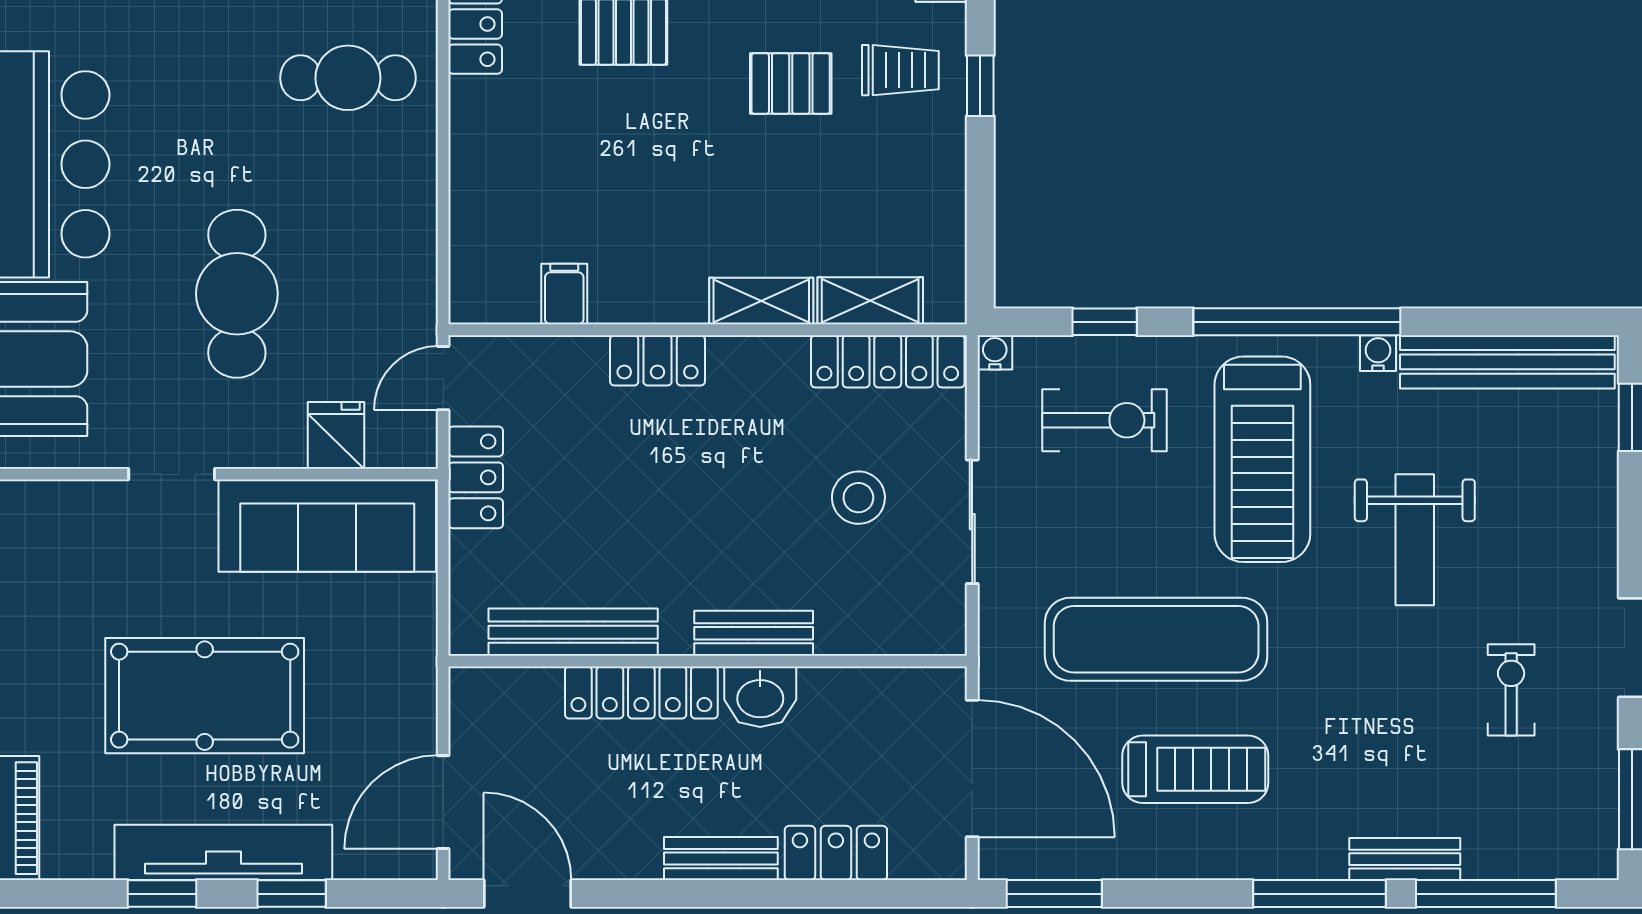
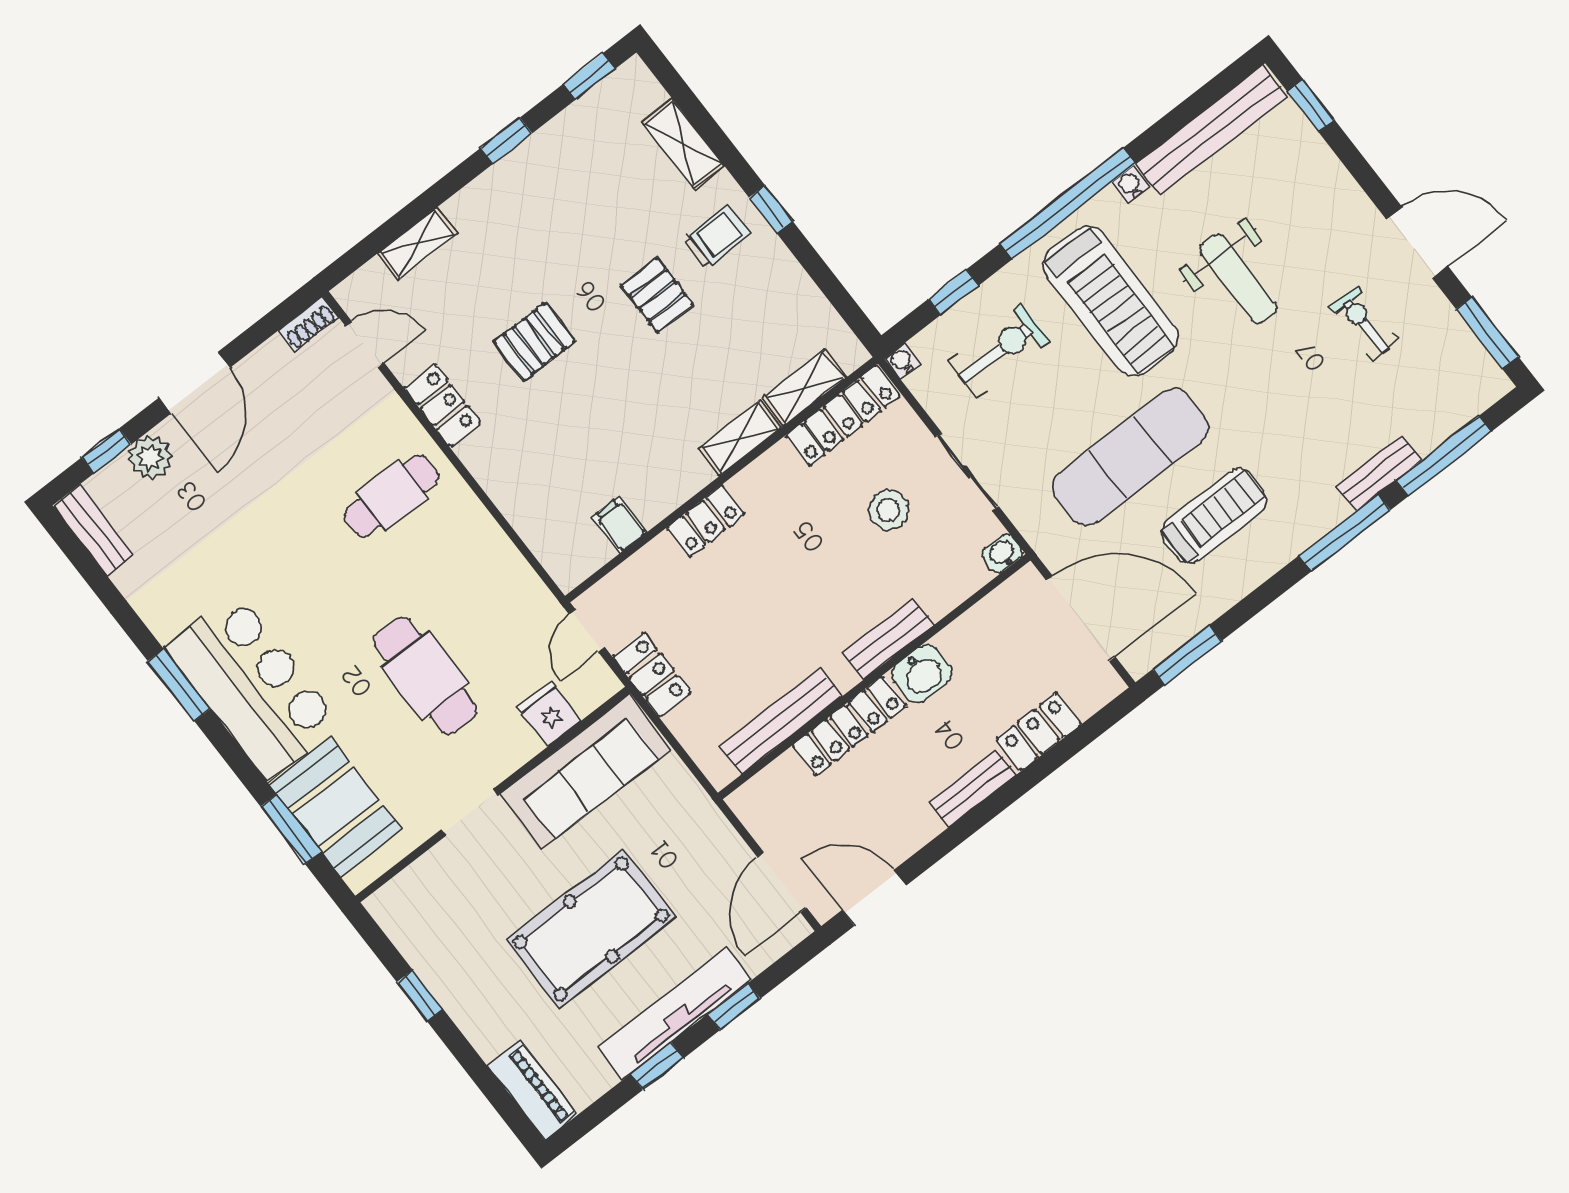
pallet: (791, 83) -> (657, 295), turned 90
washbasin: (943, 636) -> (1002, 554), added

